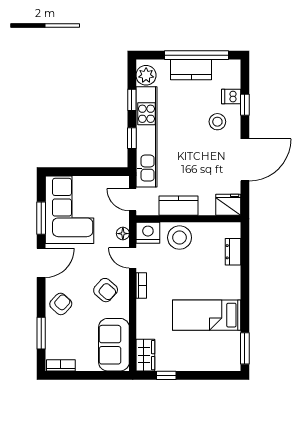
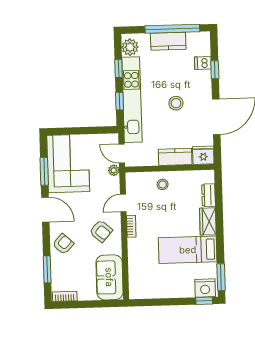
stool: (217, 122) -> (176, 103), moved
kitchen counter: (178, 206) -> (175, 157), moved
plant: (123, 219) -> (114, 170), added
nightstand: (148, 233) -> (205, 288), moved, turned 180
floor lamp: (123, 234) -> (114, 182), removed
stool: (180, 238) -> (163, 184), width x0.53, depth x0.53
door: (133, 258) -> (123, 203), hinge flipped
door: (41, 263) -> (45, 210), hinge flipped
wardrobe: (145, 355) -> (208, 221), moved, turned 180
window: (166, 375) -> (204, 301), moved

